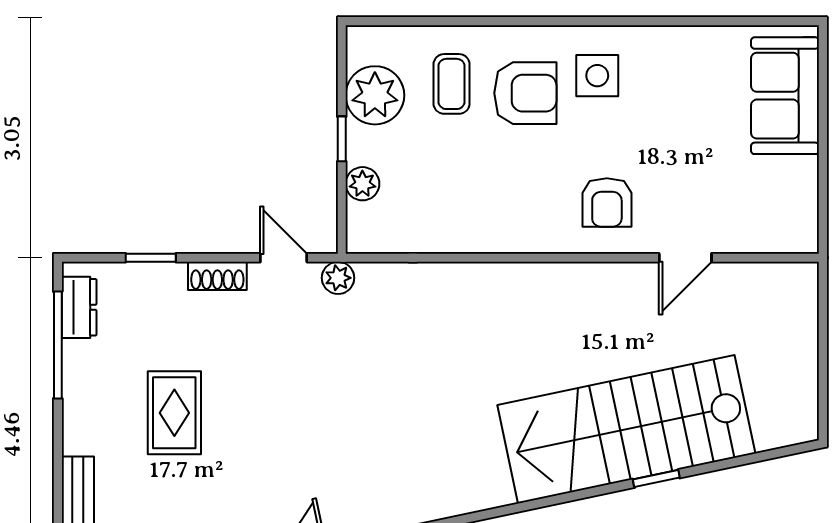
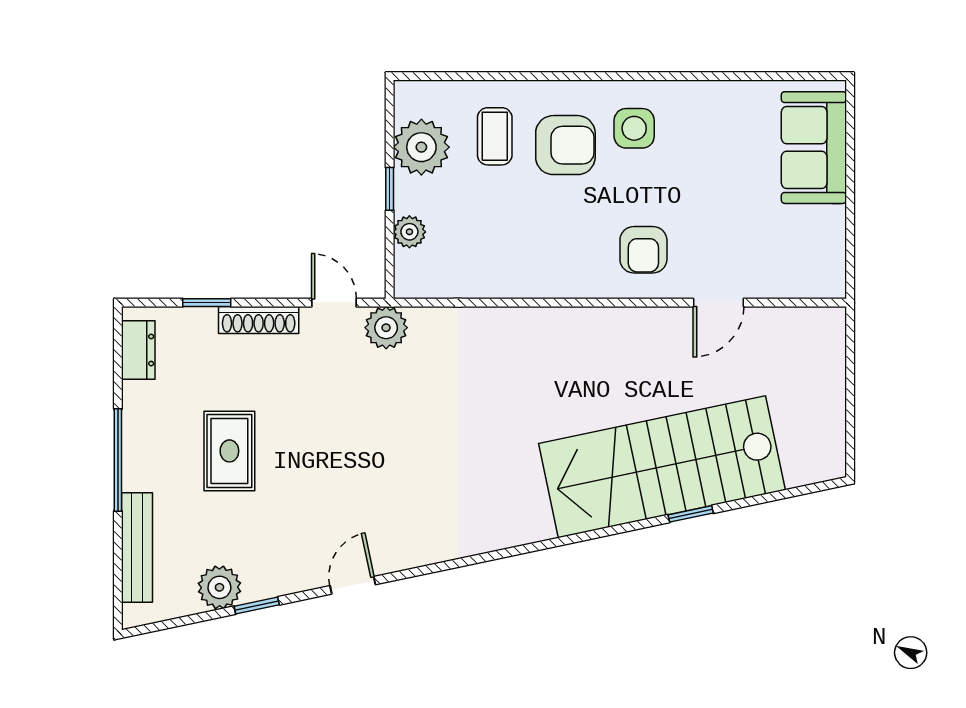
shoe rack: (217, 276) -> (259, 320), width x1.43
plant: (338, 278) -> (386, 328), width x1.38, depth x1.38
window: (58, 345) -> (118, 460), moved

